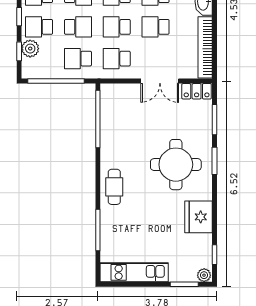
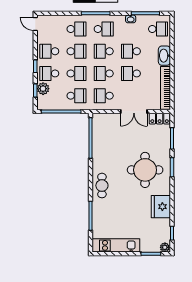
school desk: (78, 59) -> (76, 96), turned 180

